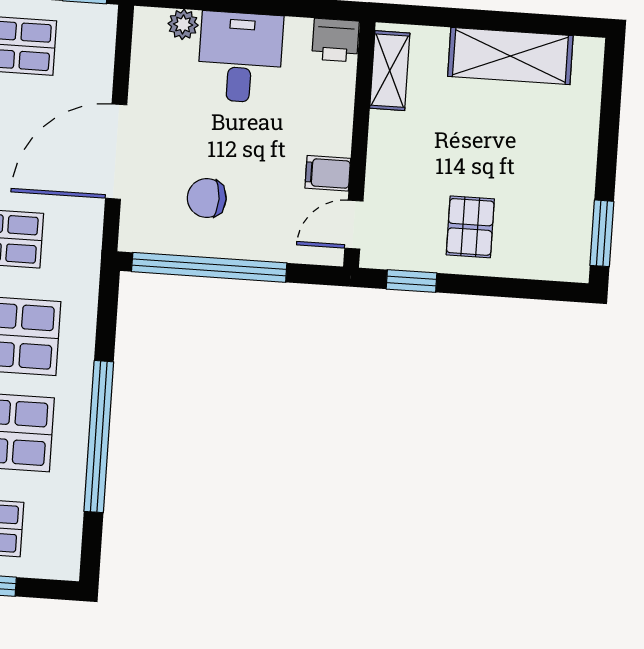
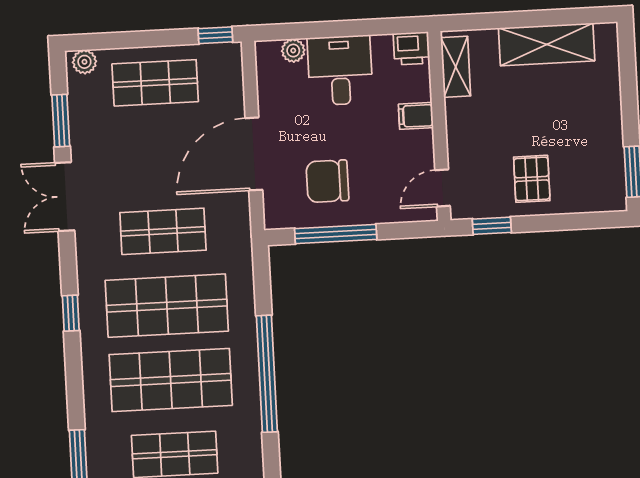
filing cabinet: (328, 173) -> (416, 116), moved
chair: (207, 198) -> (327, 181), width x1.37, depth x1.37
window: (209, 267) -> (336, 234), width x0.68

